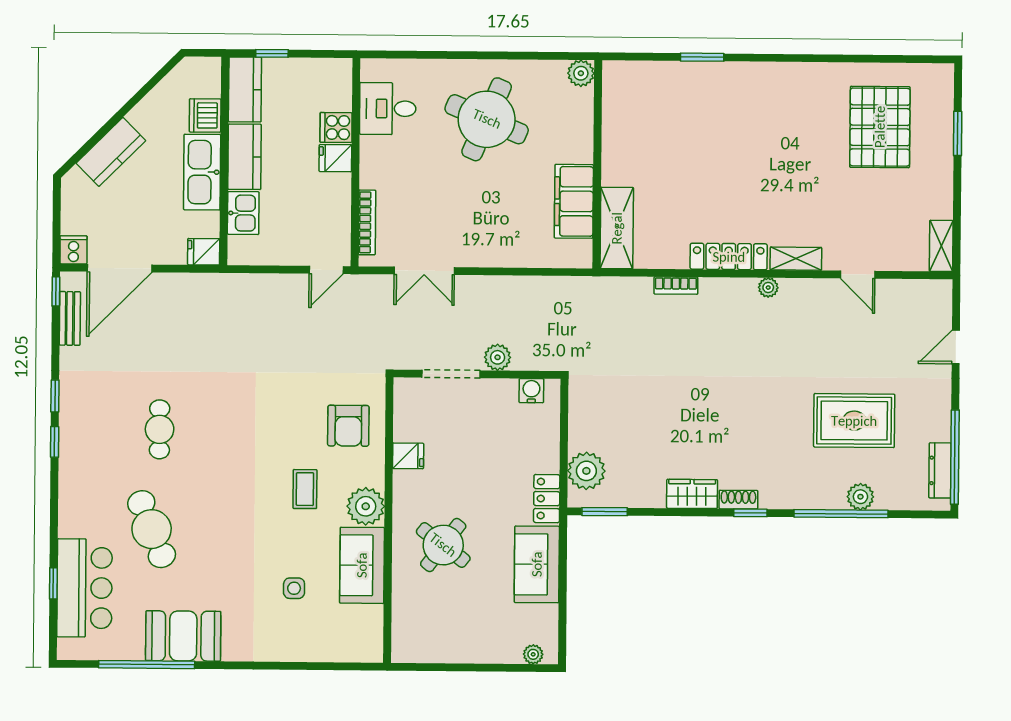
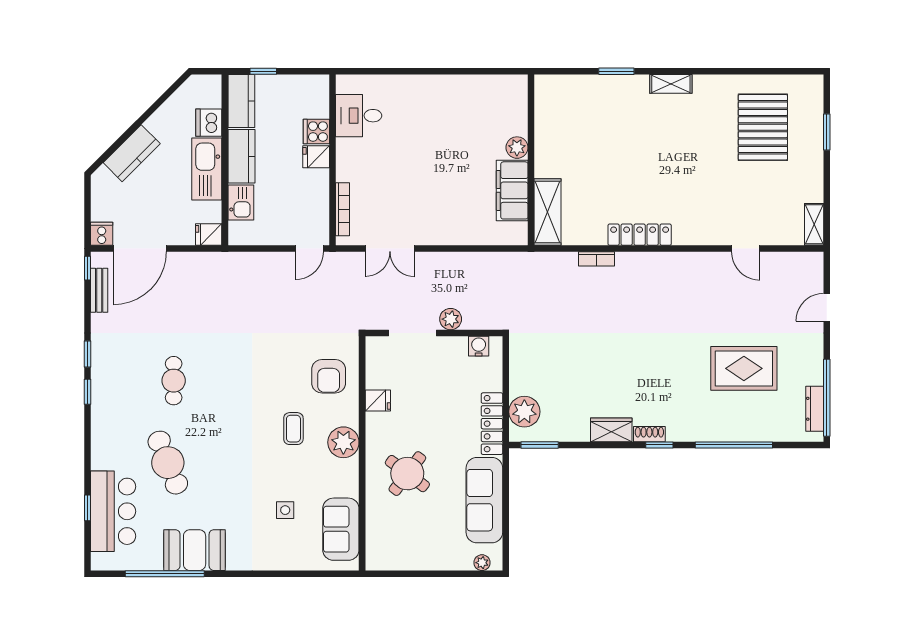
plant: (581, 73) -> (517, 148), moved
round table: (487, 119) -> (440, 124), removed
shelving: (796, 259) -> (671, 84), moved
plant: (768, 288) -> (672, 260), removed
plant: (860, 497) -> (750, 431), removed
locker: (547, 499) -> (492, 424), width x1.53
sofa: (537, 564) -> (484, 500), width x1.36
sofa: (362, 565) -> (341, 529), moved

